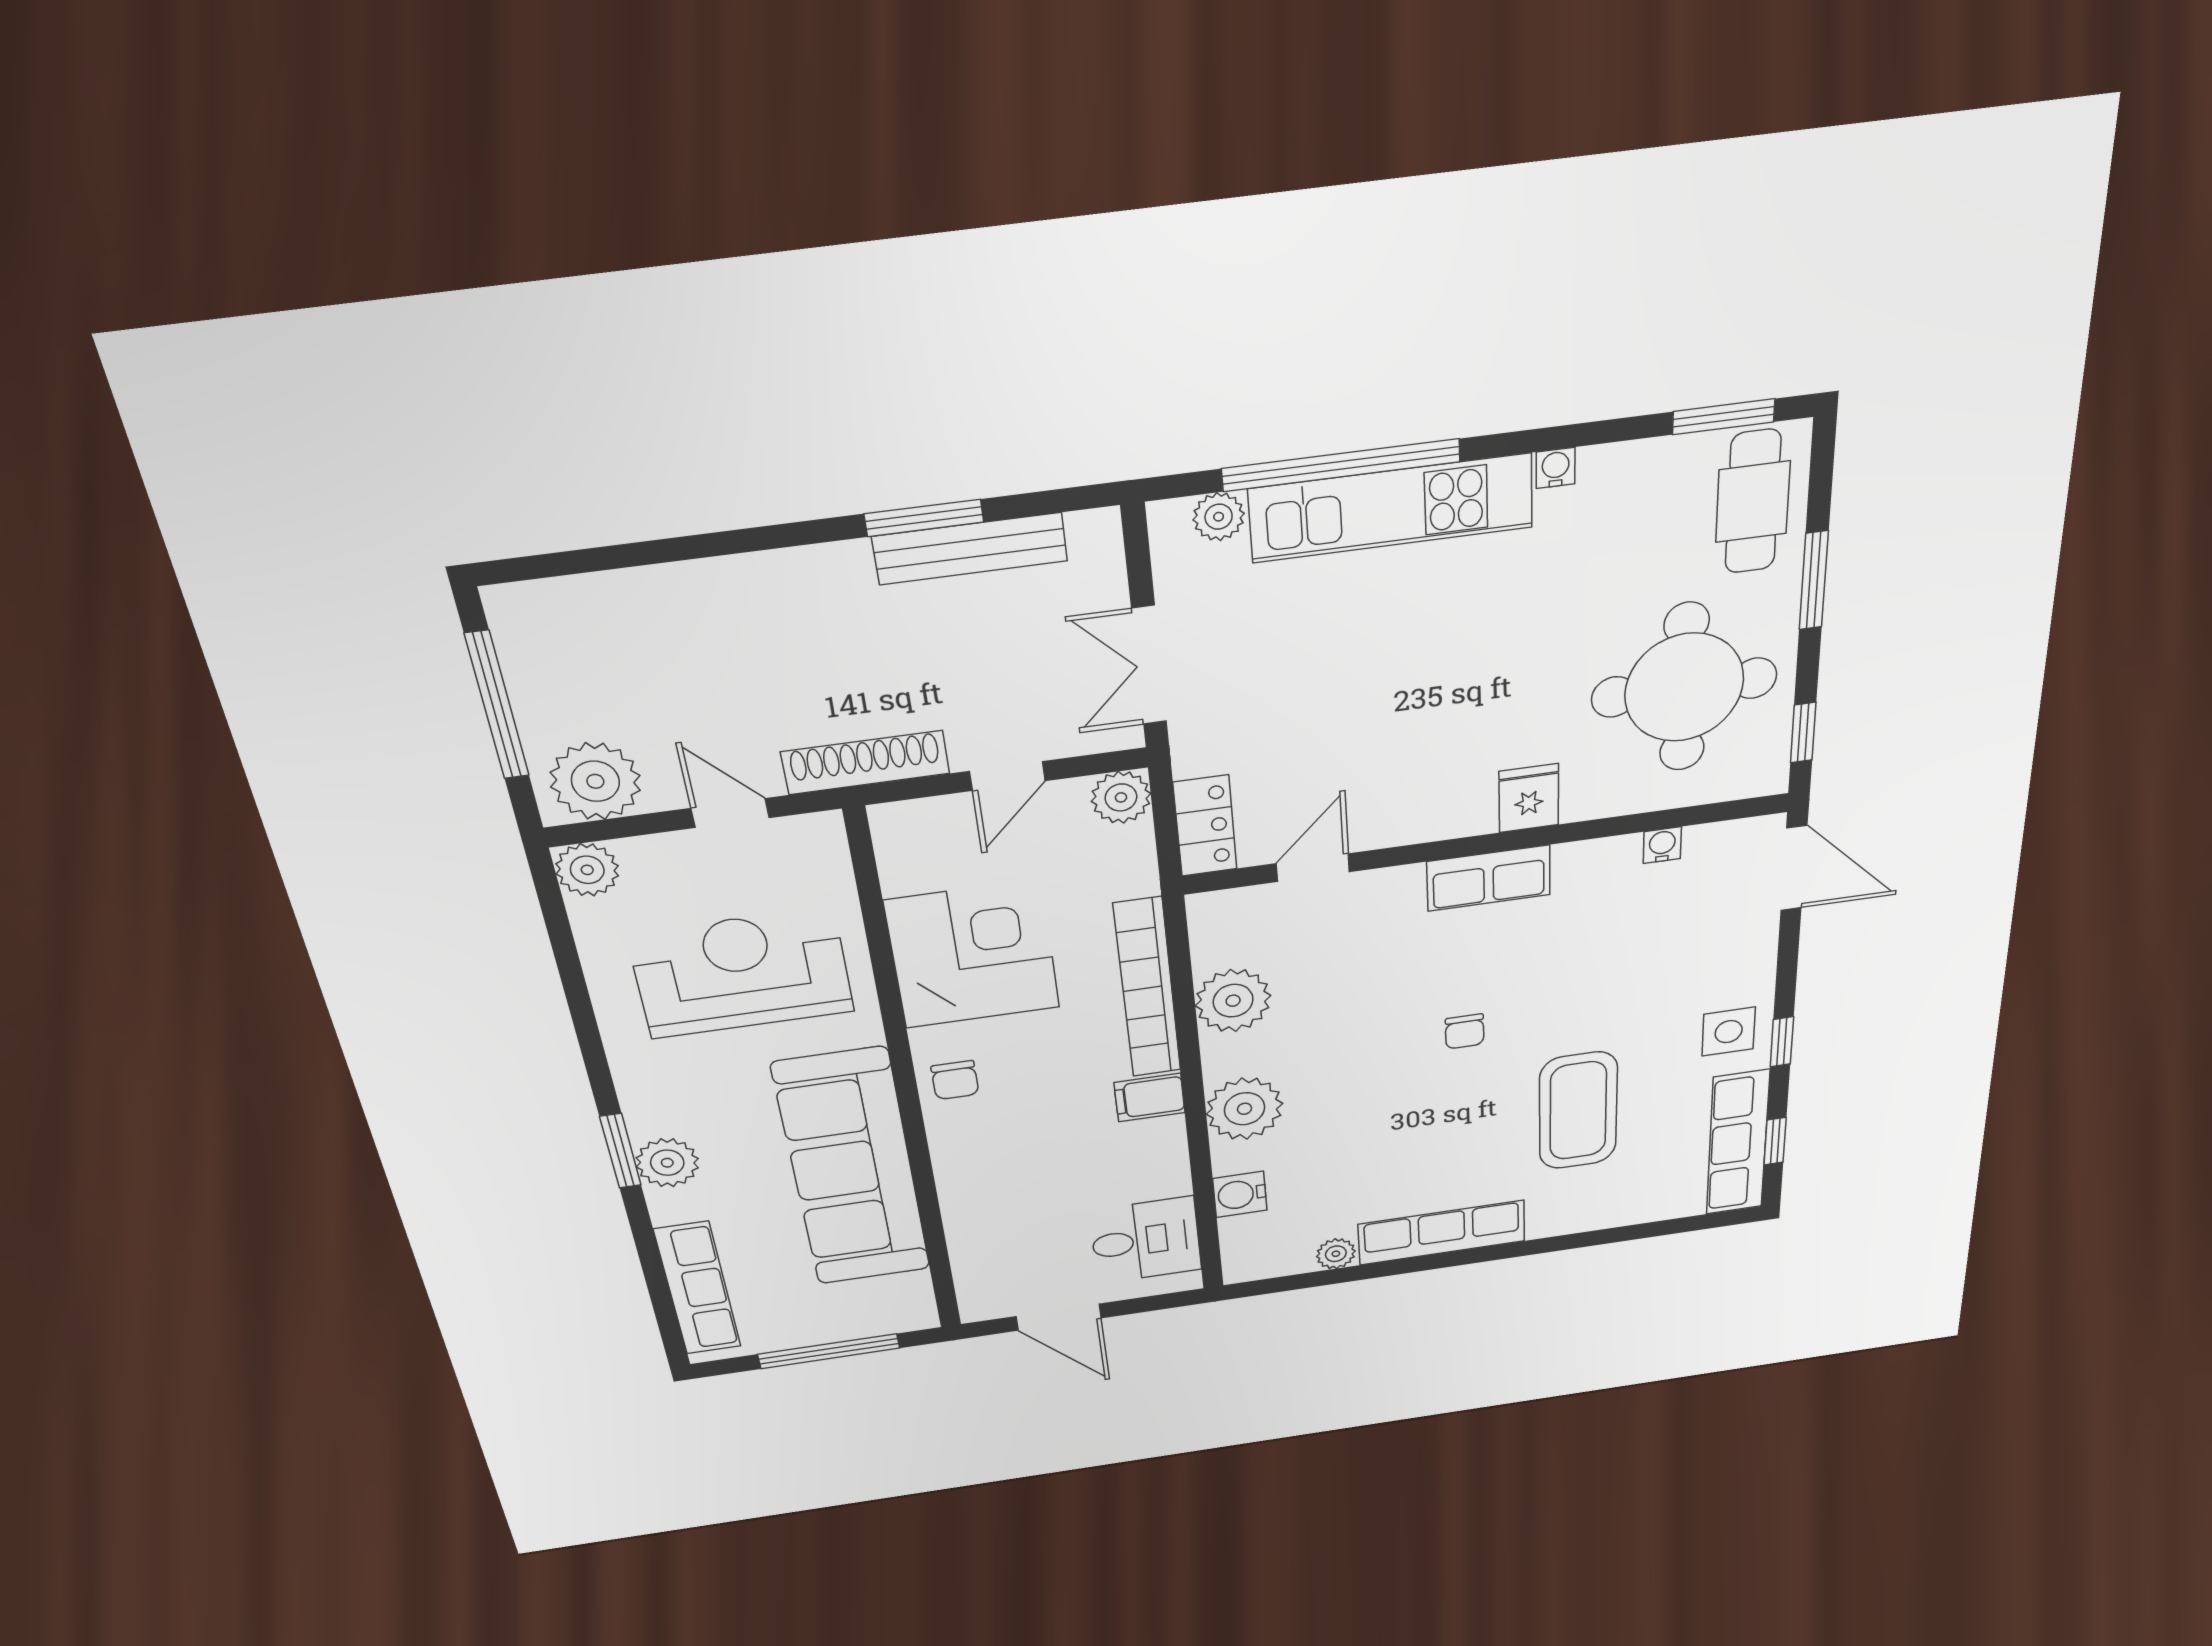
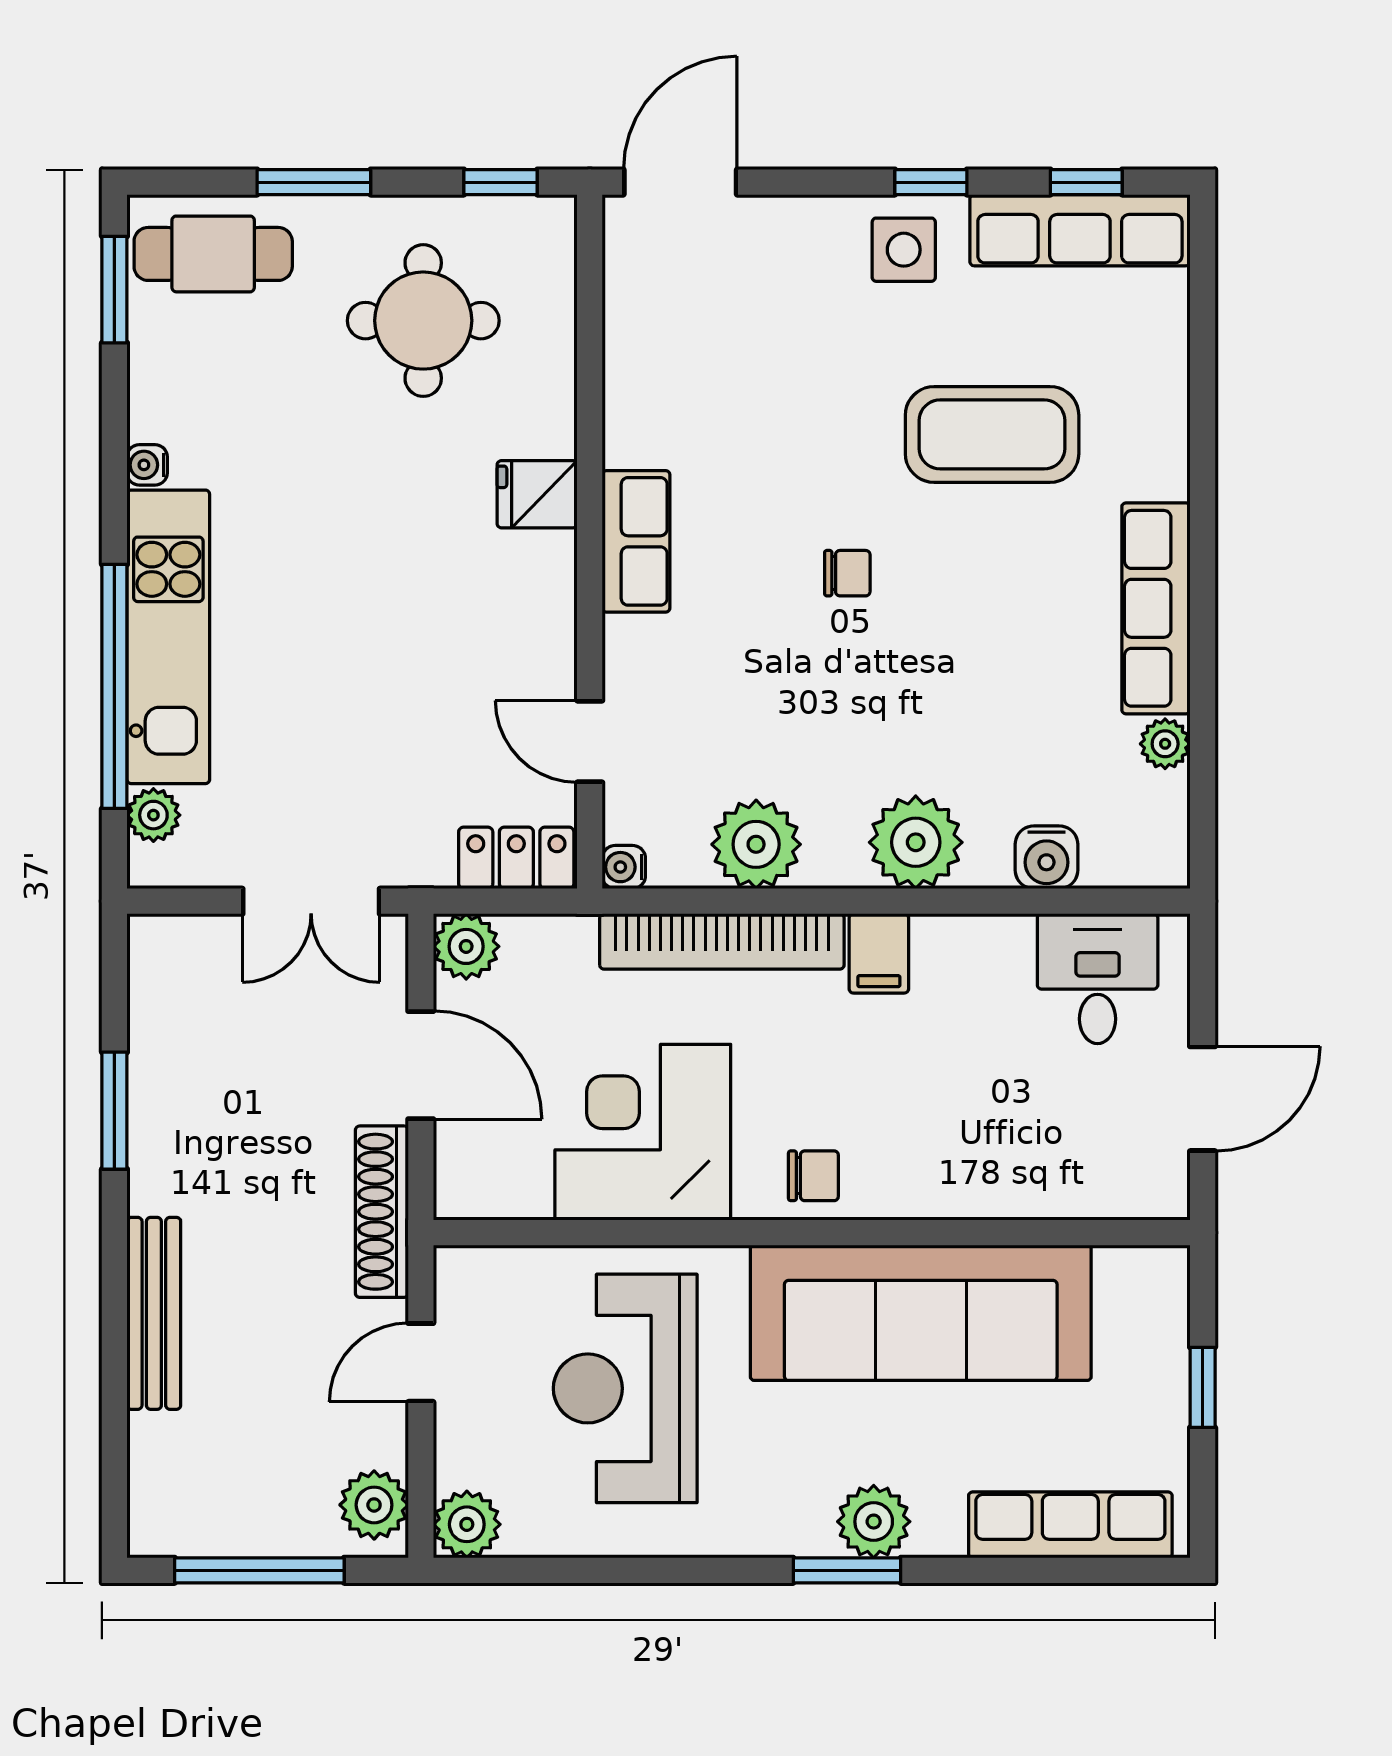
bench: (970, 549) -> (154, 1313), moved
round table: (1684, 687) -> (423, 321), width x0.73, depth x0.73
door: (1007, 776) -> (421, 1065), width x1.38
plant: (595, 781) -> (374, 1505), width x0.73, depth x0.73
water cooler: (1662, 845) -> (624, 867), moved
window: (829, 1351) -> (1203, 1387), width x0.46

